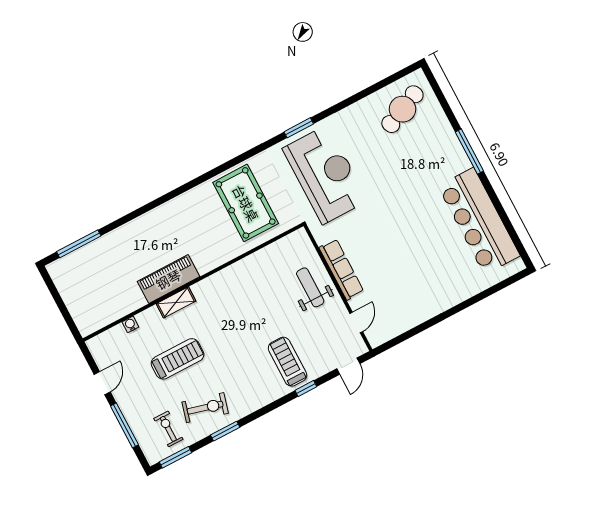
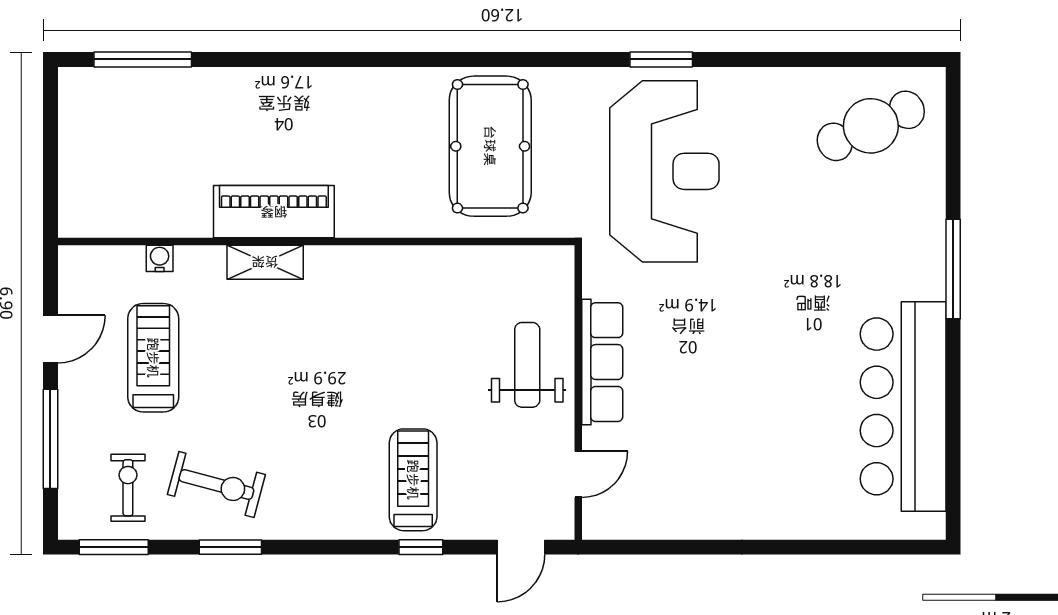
treadmill: (178, 359) -> (153, 358), moved, turned -90

